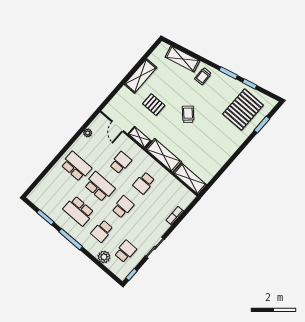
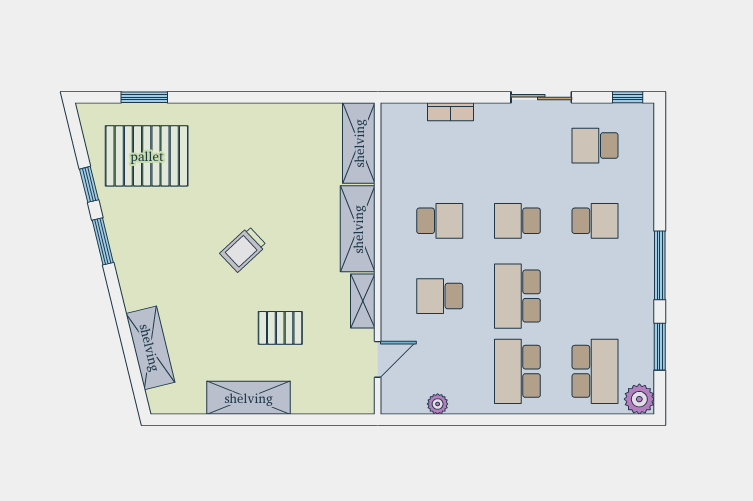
trolley: (203, 76) -> (149, 282), removed
pallet: (154, 105) -> (280, 328), turned 90
school desk: (79, 211) -> (595, 371), moved
plant: (104, 257) -> (639, 399), moved

